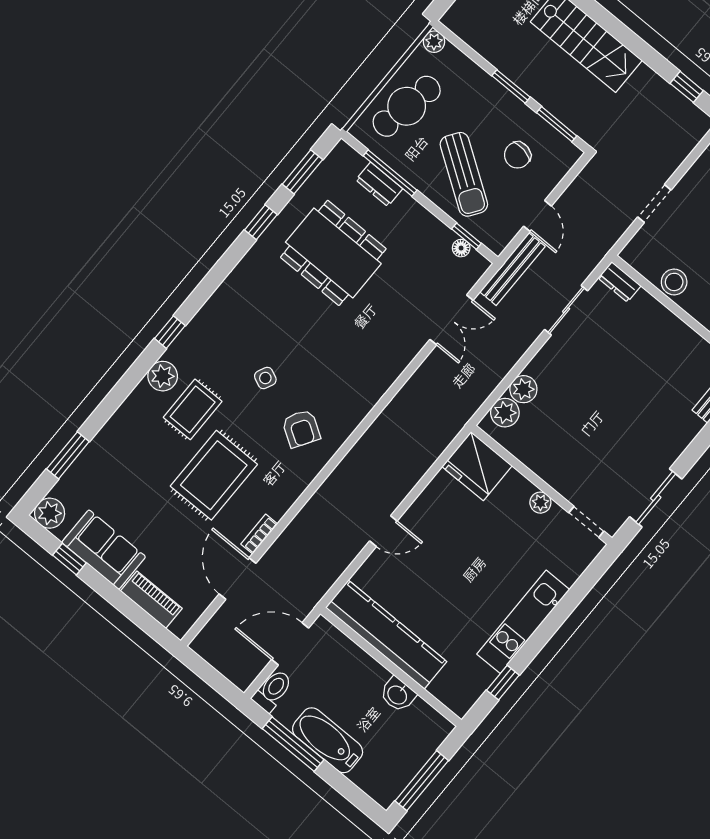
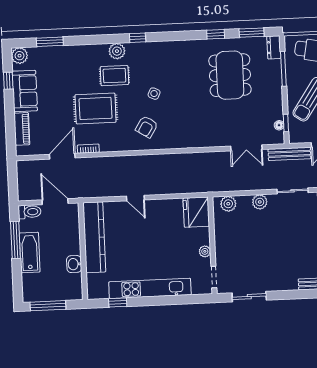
dresser: (379, 184) -> (274, 47), moved
plant: (523, 389) -> (260, 202), moved
kitchen unit: (523, 622) -> (150, 288), width x1.36

